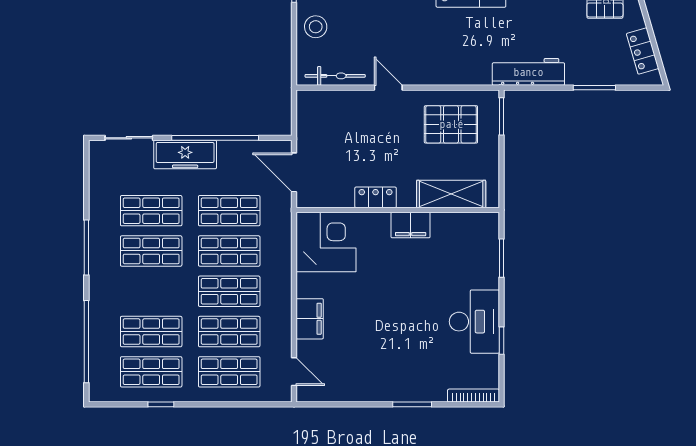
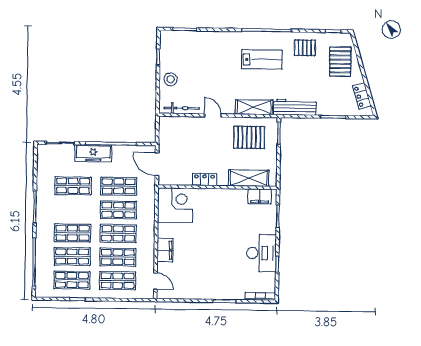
shelving: (459, 73) -> (254, 107), added
filing cabinet: (411, 225) -> (260, 196), moved
shop shelf: (151, 251) -> (72, 233), moved

